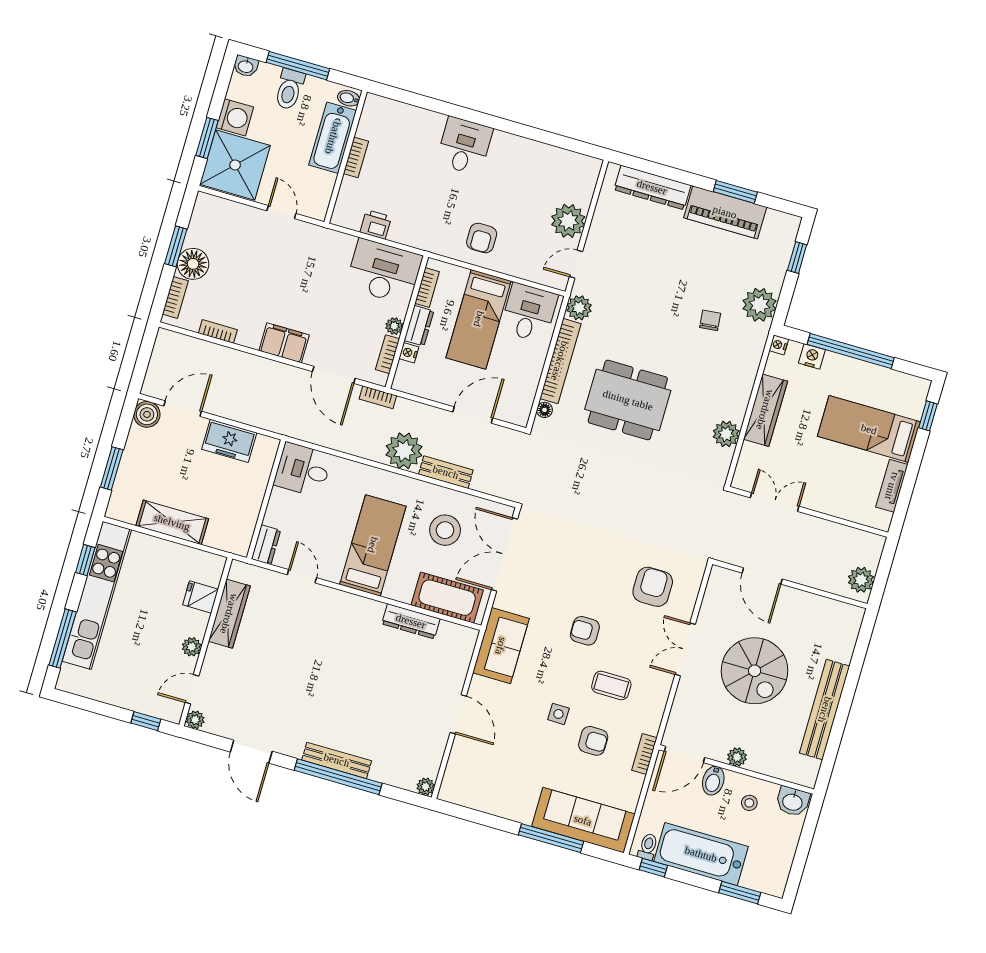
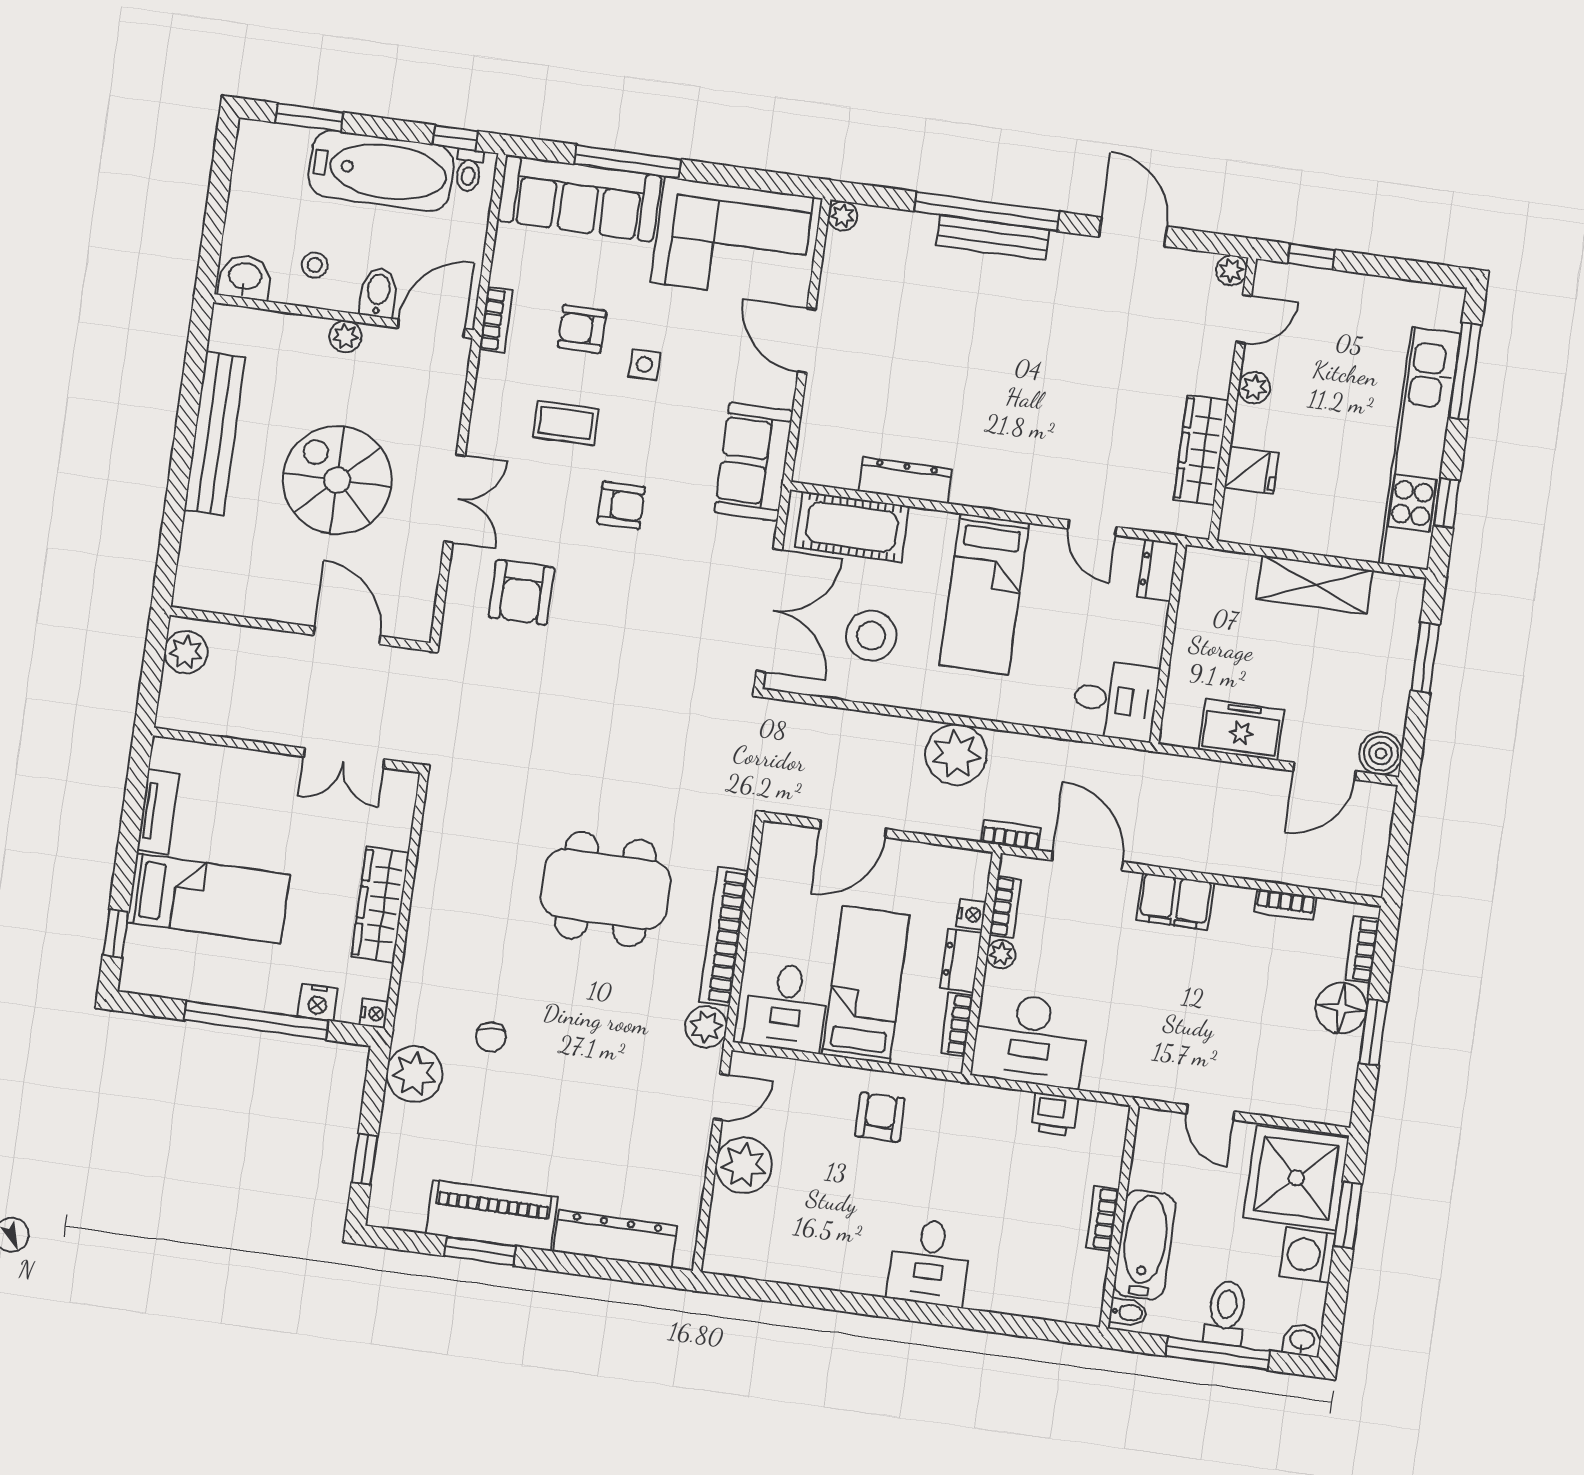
floor lamp: (544, 410) -> (738, 853), removed
plant: (726, 434) -> (438, 857), removed
bench: (446, 472) -> (883, 730), removed
corner sofa: (495, 782) -> (732, 240), added

